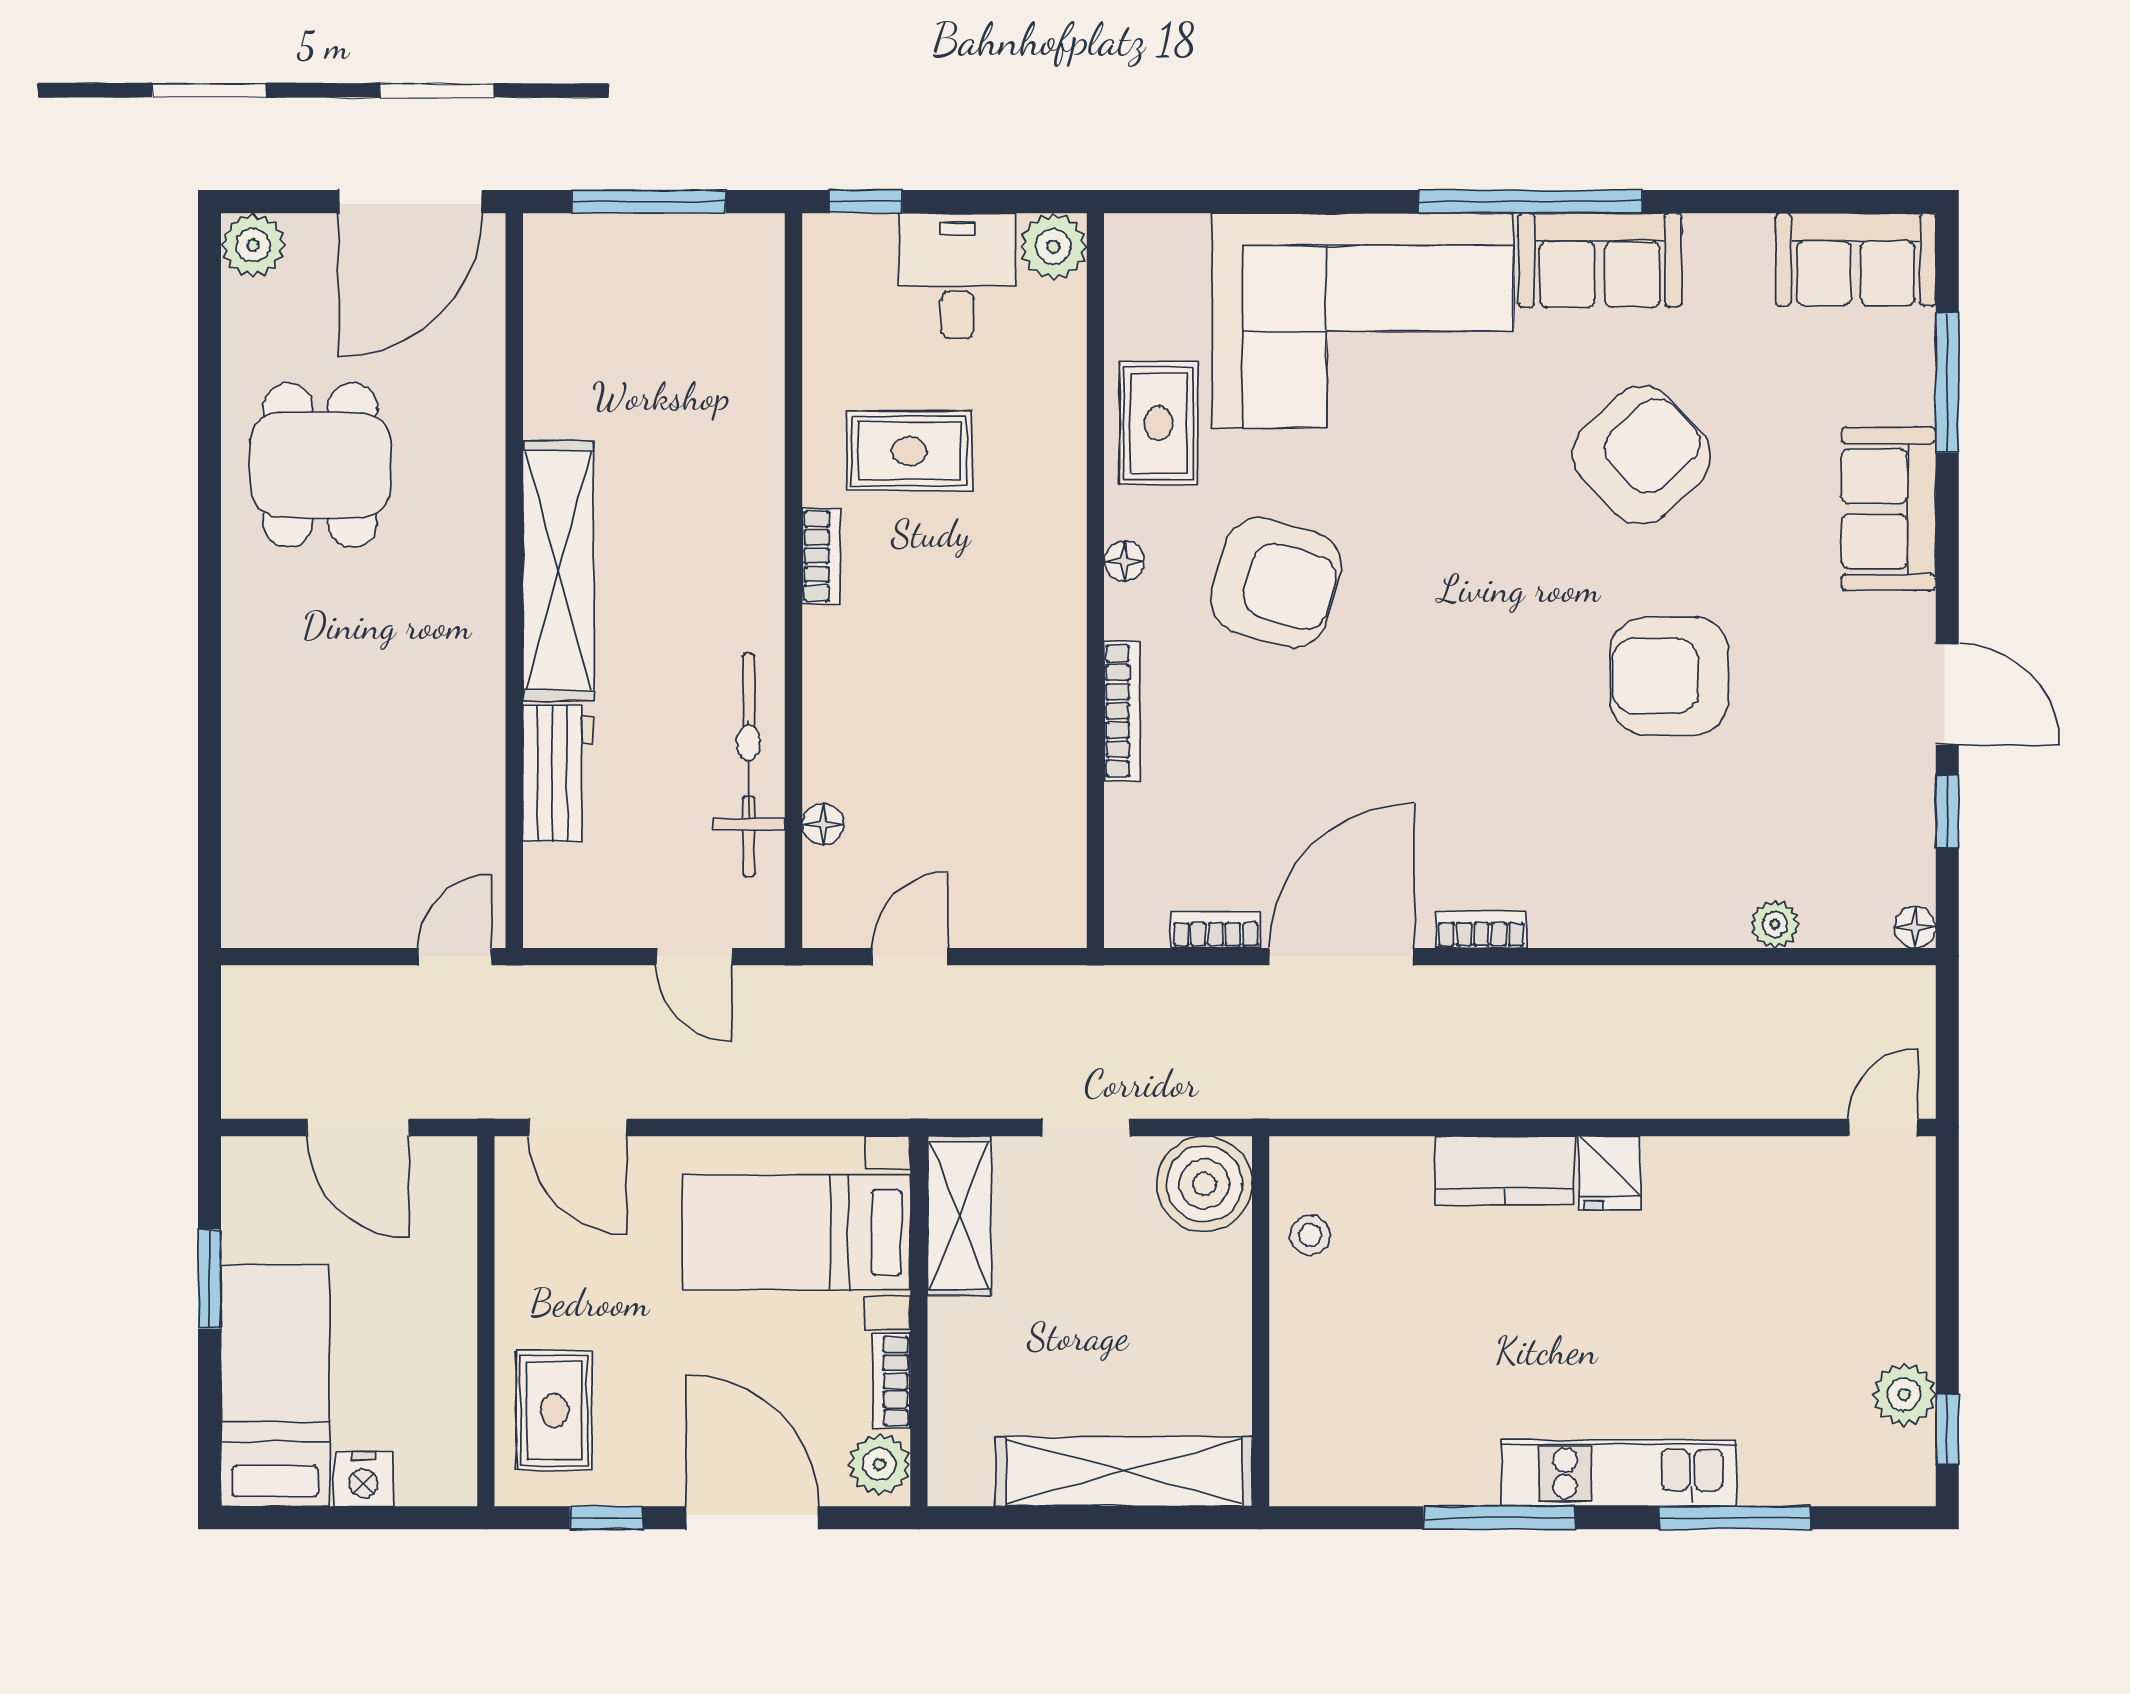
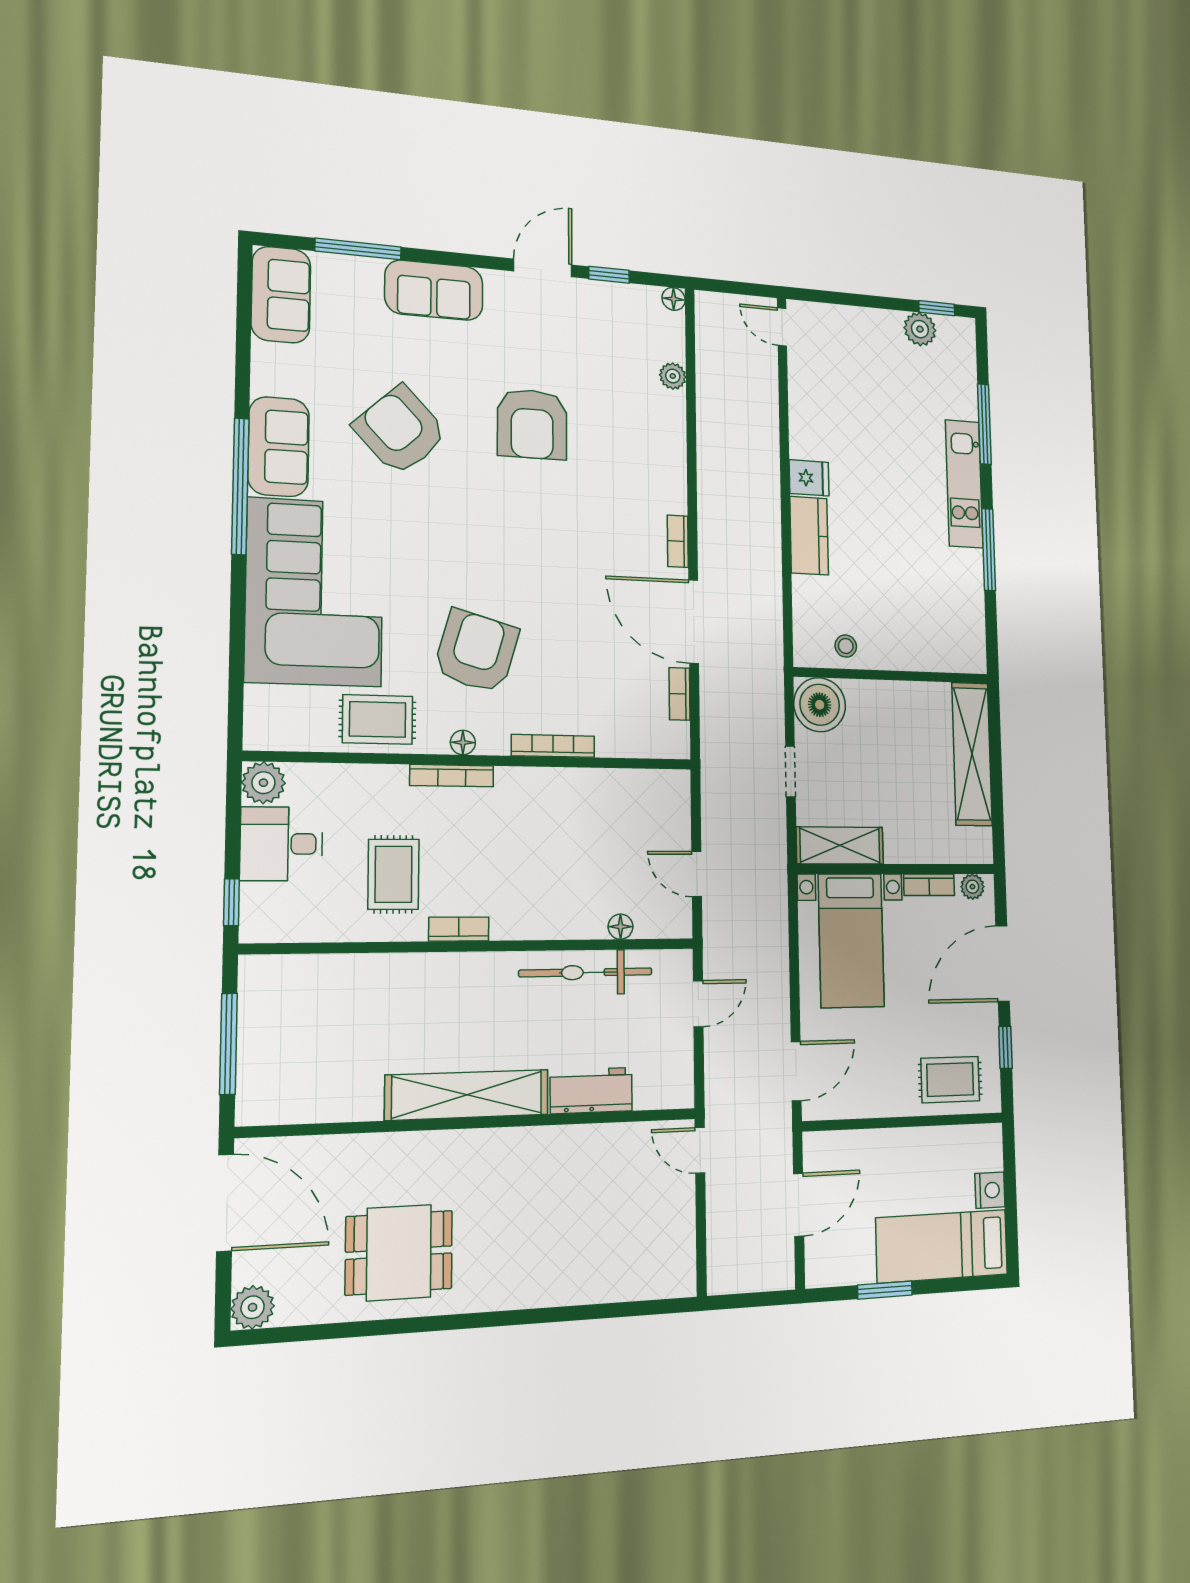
bookcase: (1070, 543) -> (452, 776), added
plant: (879, 1464) -> (972, 887), width x0.73, depth x0.73

